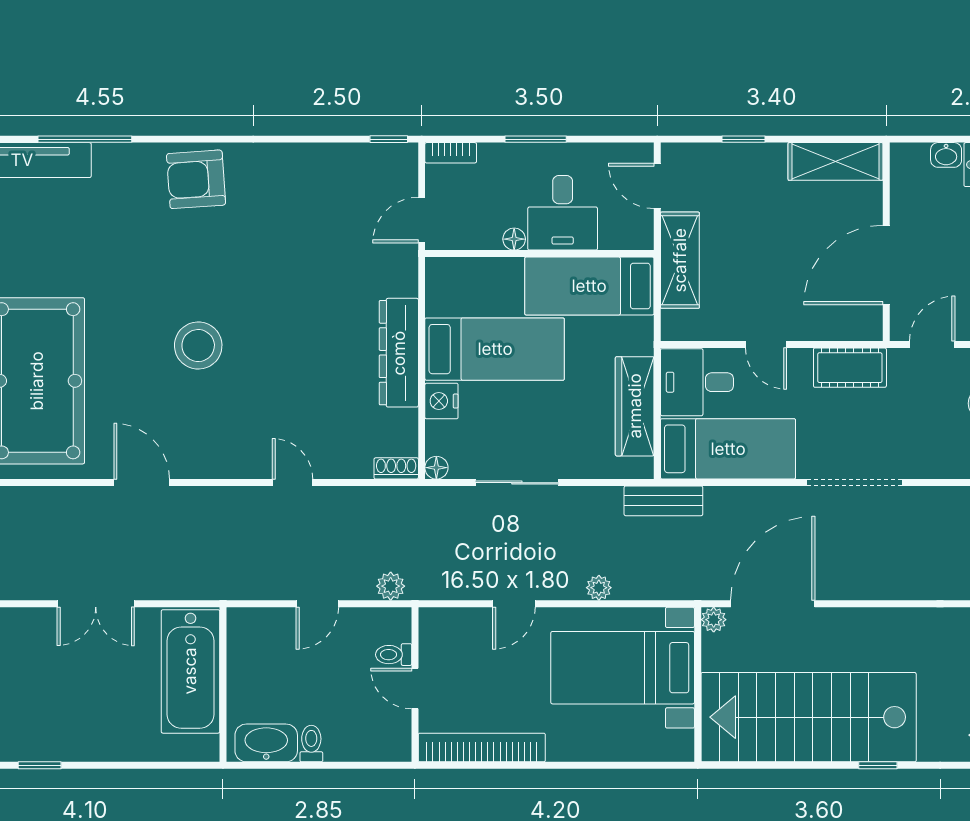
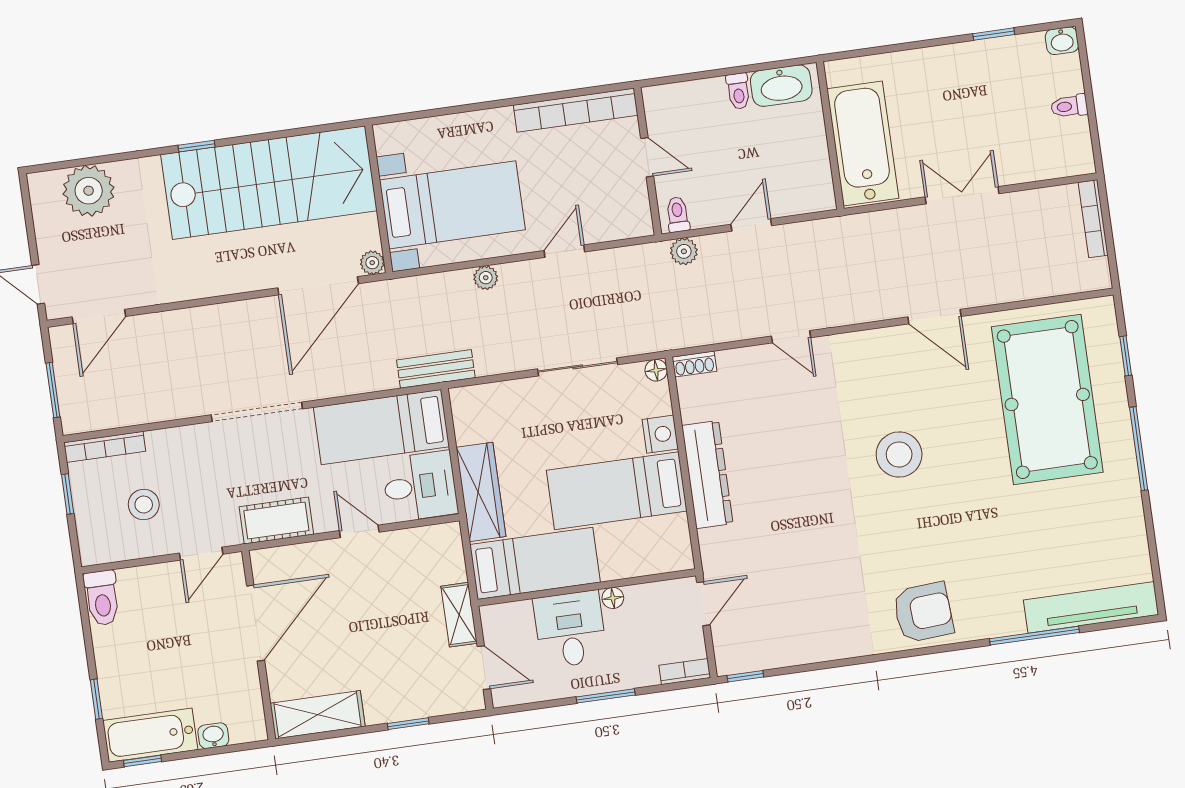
shelving: (680, 260) -> (459, 615), width x0.67, depth x0.75
wardrobe: (635, 406) -> (481, 492), moved
toilet: (394, 655) -> (678, 215), moved, turned -90

